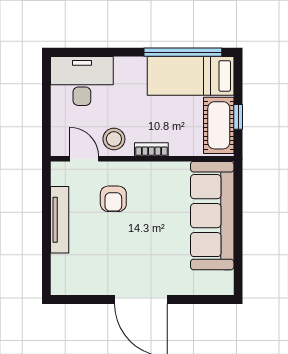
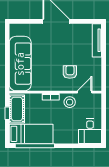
desk: (82, 81) -> (90, 131), width x0.73
door: (84, 159) -> (85, 92), swing flipped
tv unit: (60, 220) -> (97, 40), moved

